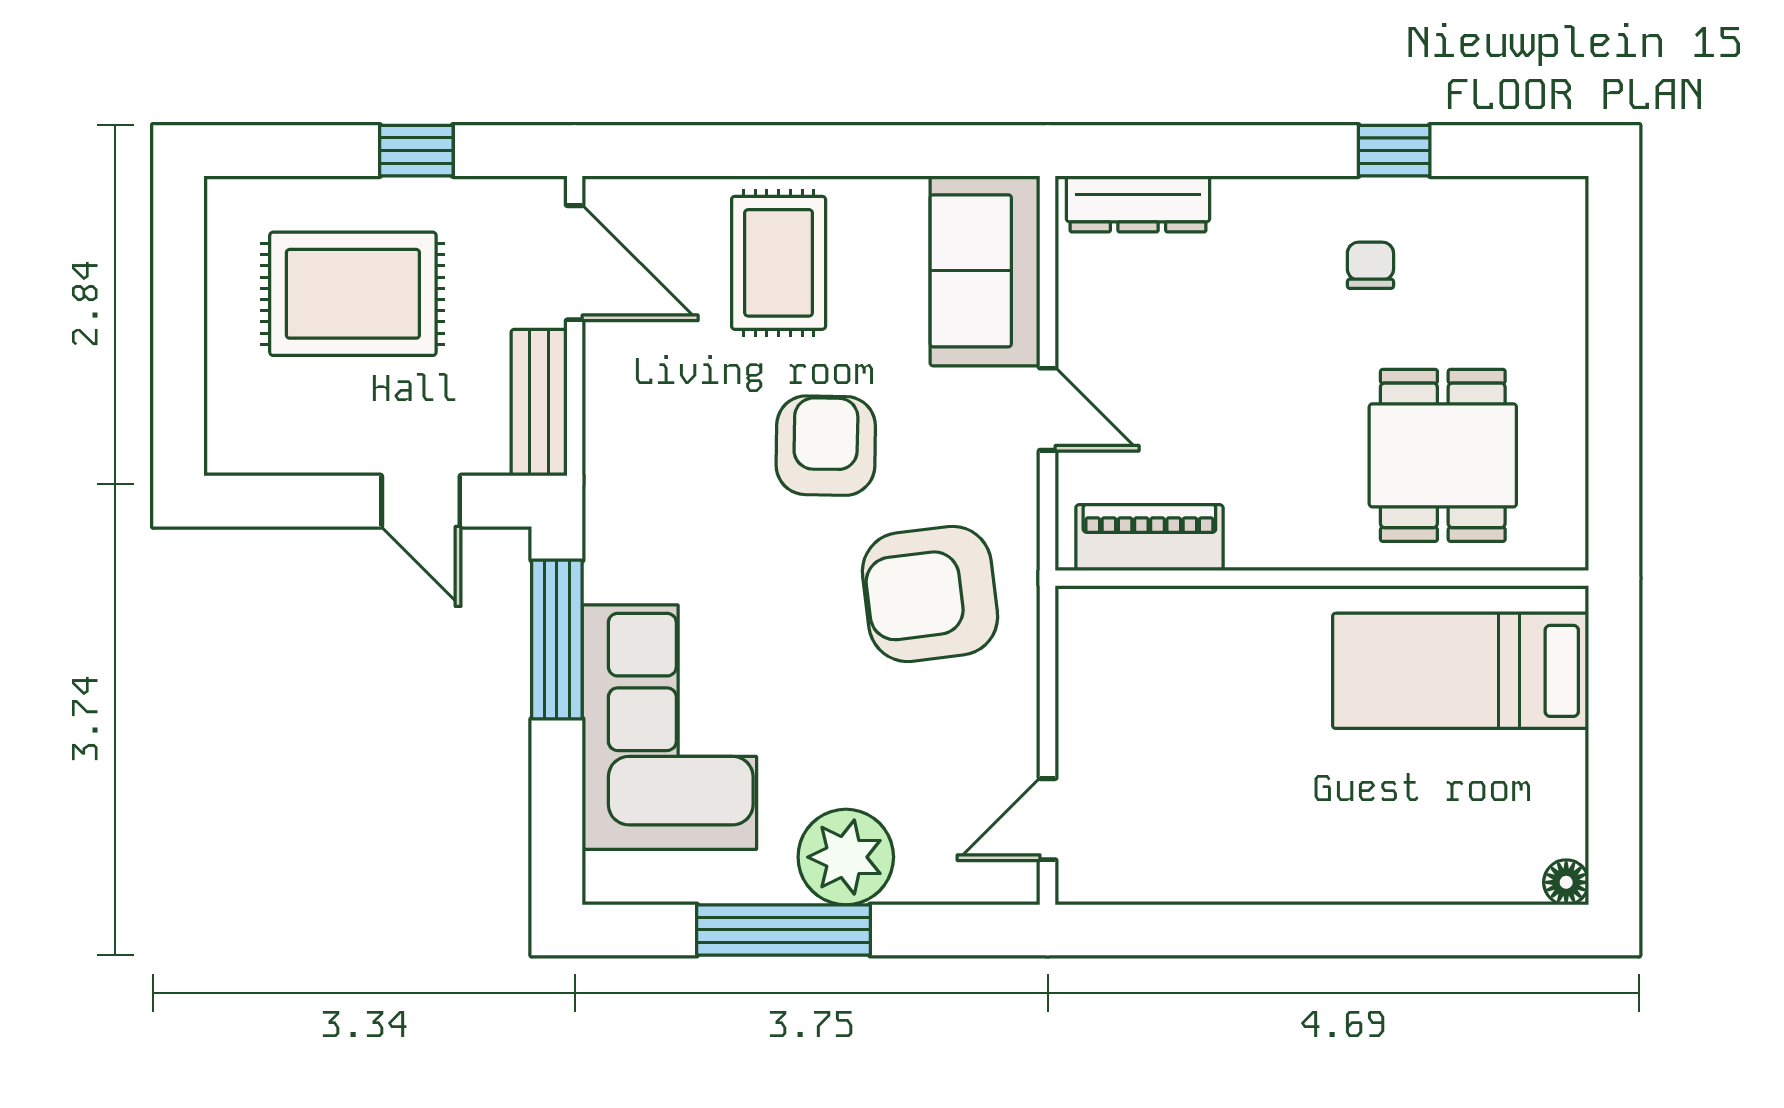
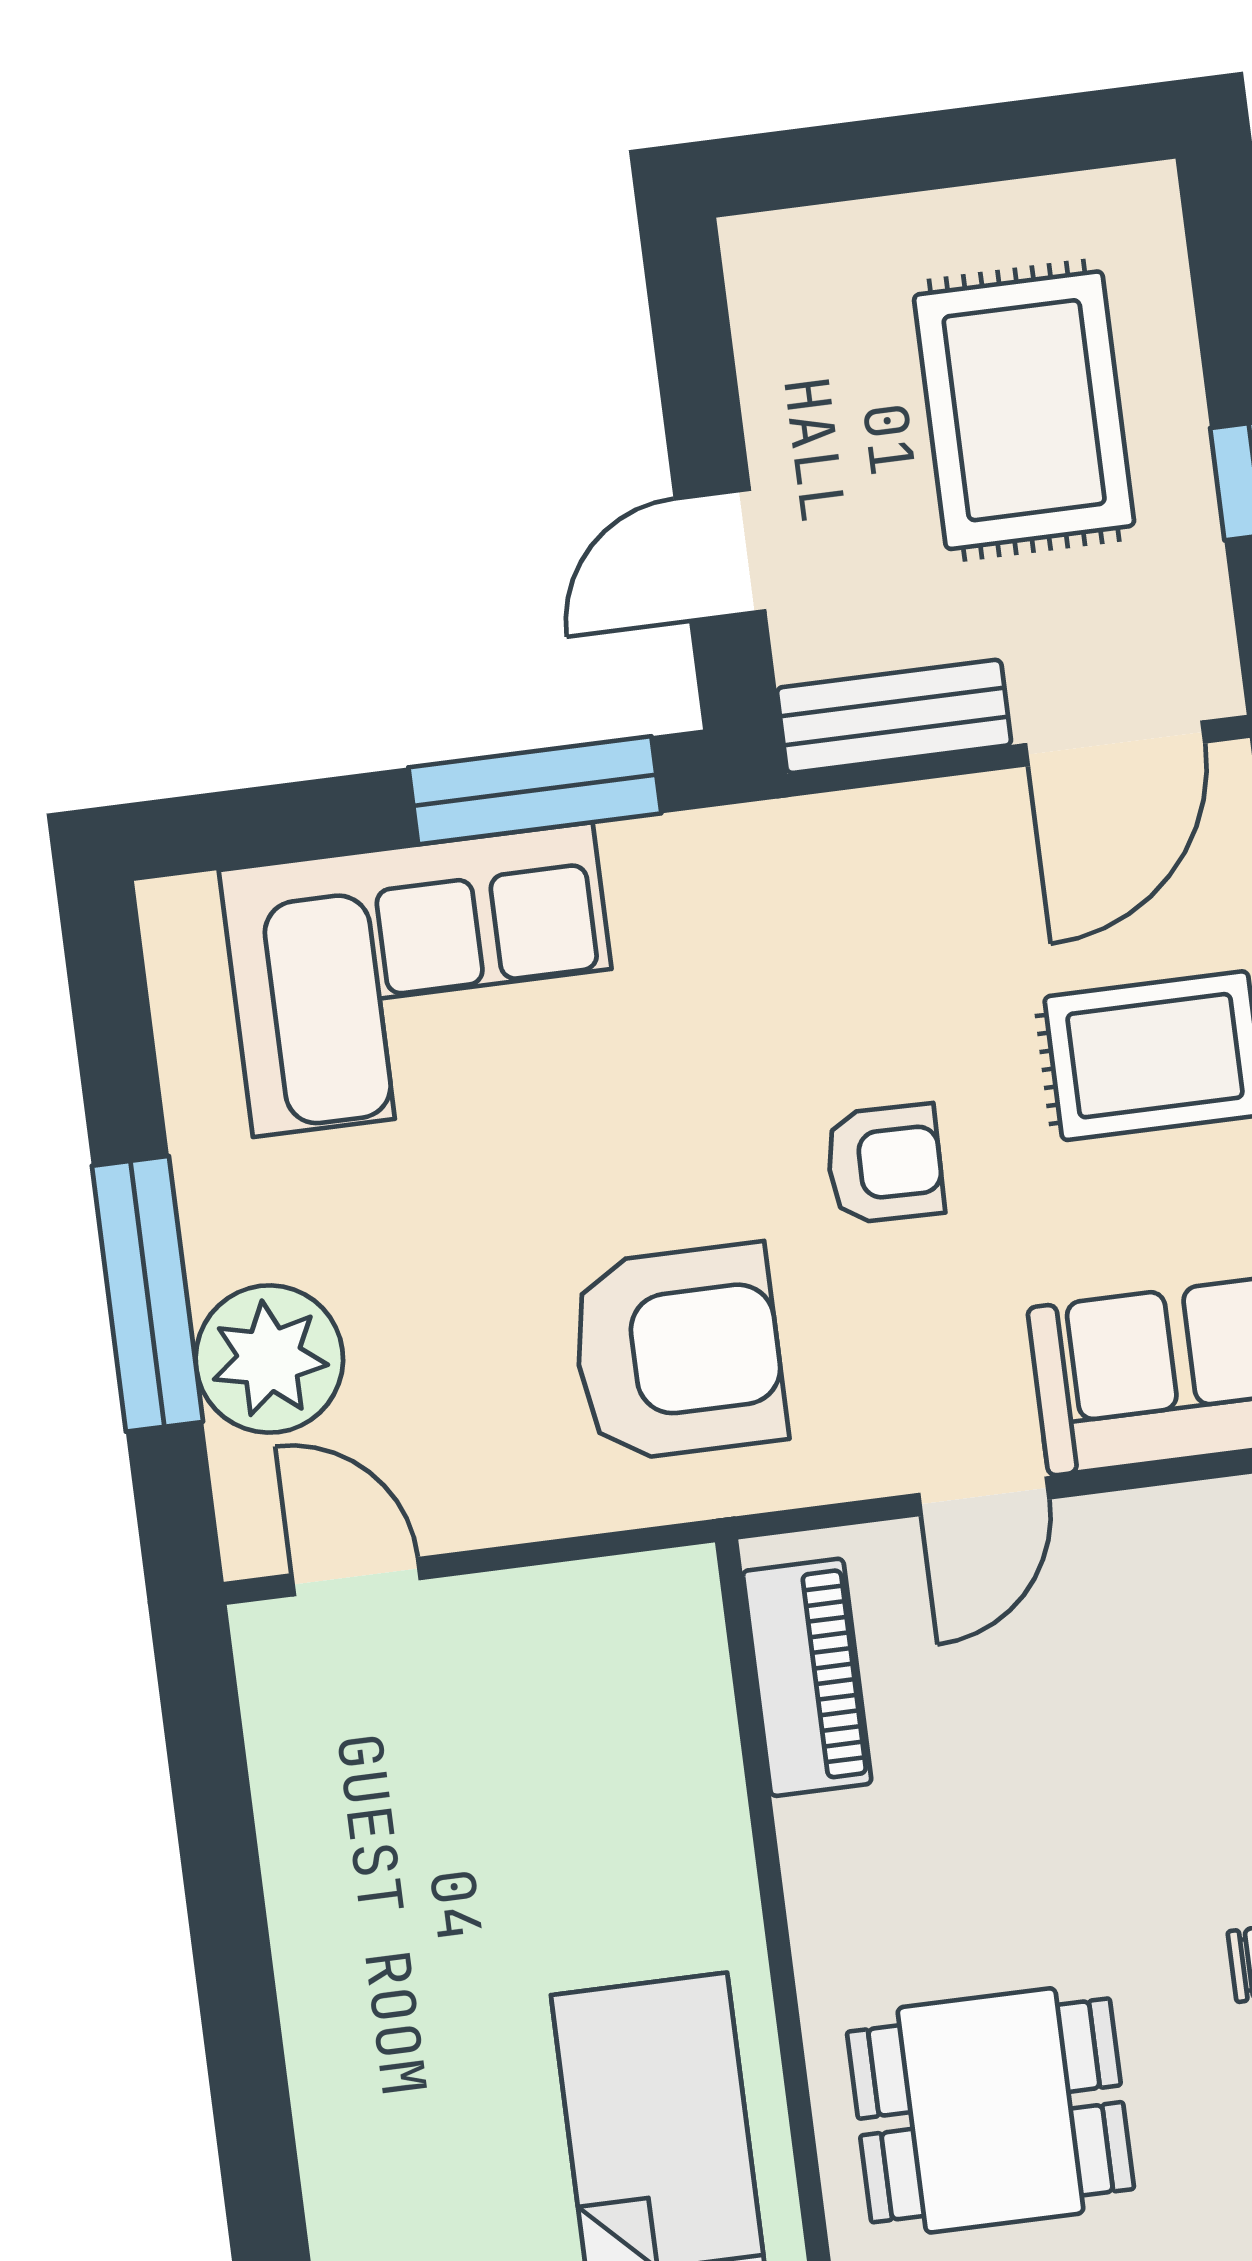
armchair: (826, 446) -> (885, 1164), width x0.72, depth x0.72
armchair: (930, 594) -> (678, 1353), turned 97
plant: (846, 857) -> (269, 1359), moved
window: (784, 930) -> (147, 1294), moved

